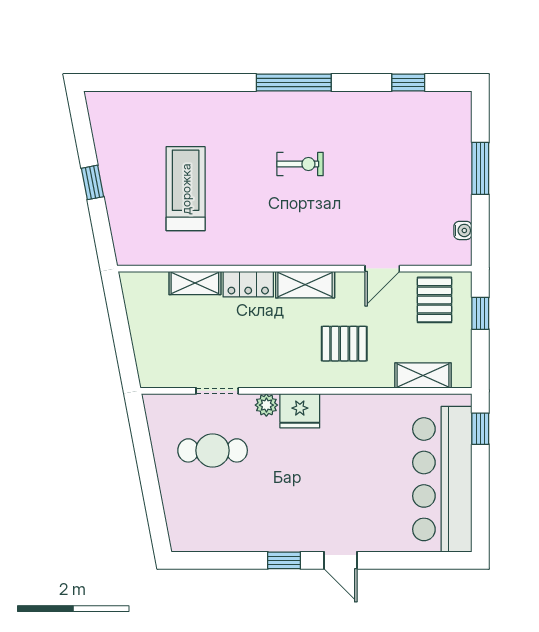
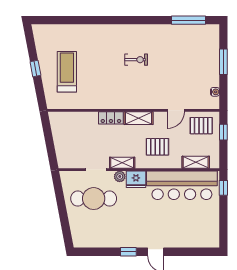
window: (294, 83) -> (133, 20), removed
window: (408, 83) -> (188, 20), width x2.17
treadmill: (186, 189) -> (67, 72), moved
shelving: (195, 283) -> (122, 163), moved
pallet: (434, 300) -> (201, 126), turned 90
cafe table: (213, 450) -> (94, 199), width x1.37, depth x1.35
bar counter: (442, 479) -> (182, 185), moved, turned -90

